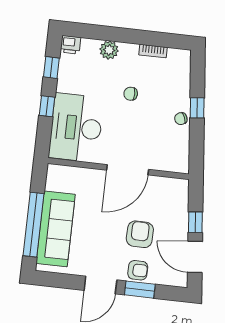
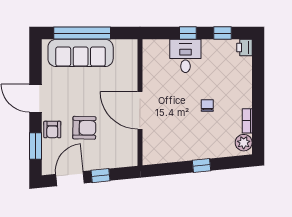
plant: (109, 50) -> (244, 143), moved
chair: (181, 119) -> (190, 152), removed
desk: (76, 128) -> (185, 56), width x0.53, depth x0.77
window: (140, 290) -> (36, 146), moved

